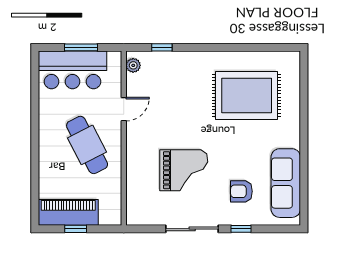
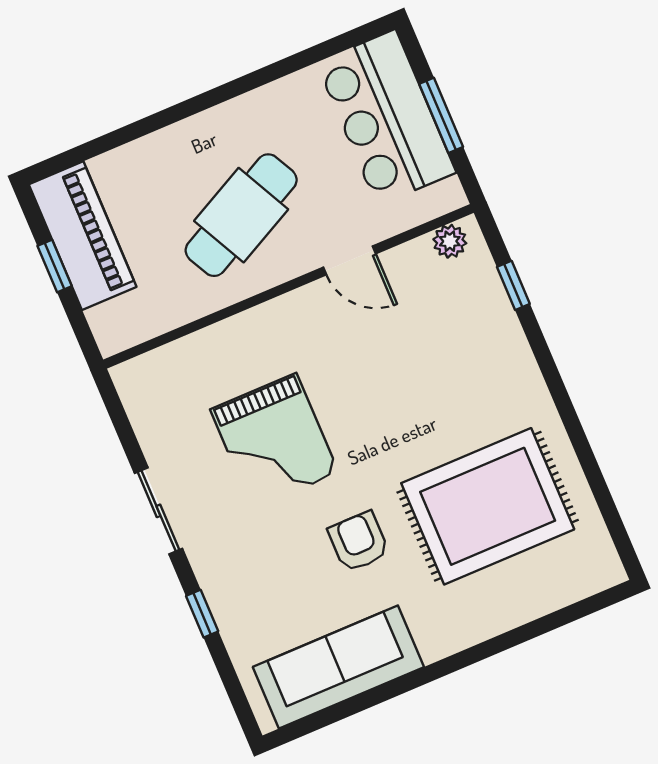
rug: (247, 95) -> (488, 506), turned 90
armchair: (241, 191) -> (359, 542), moved
sliding door: (192, 229) -> (159, 511), width x0.73

